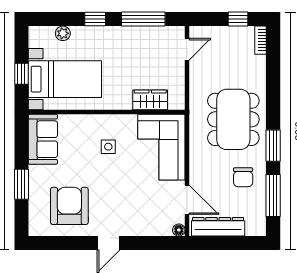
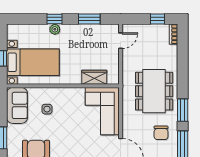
window: (143, 19) -> (89, 19), width x0.69
plant: (63, 33) -> (55, 29), moved
side table: (108, 147) -> (47, 109), moved

